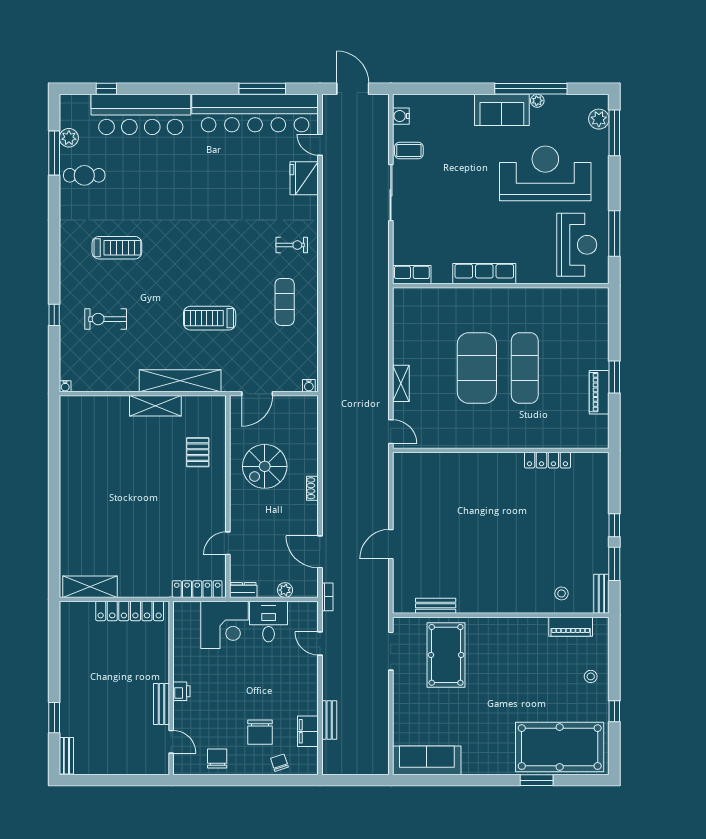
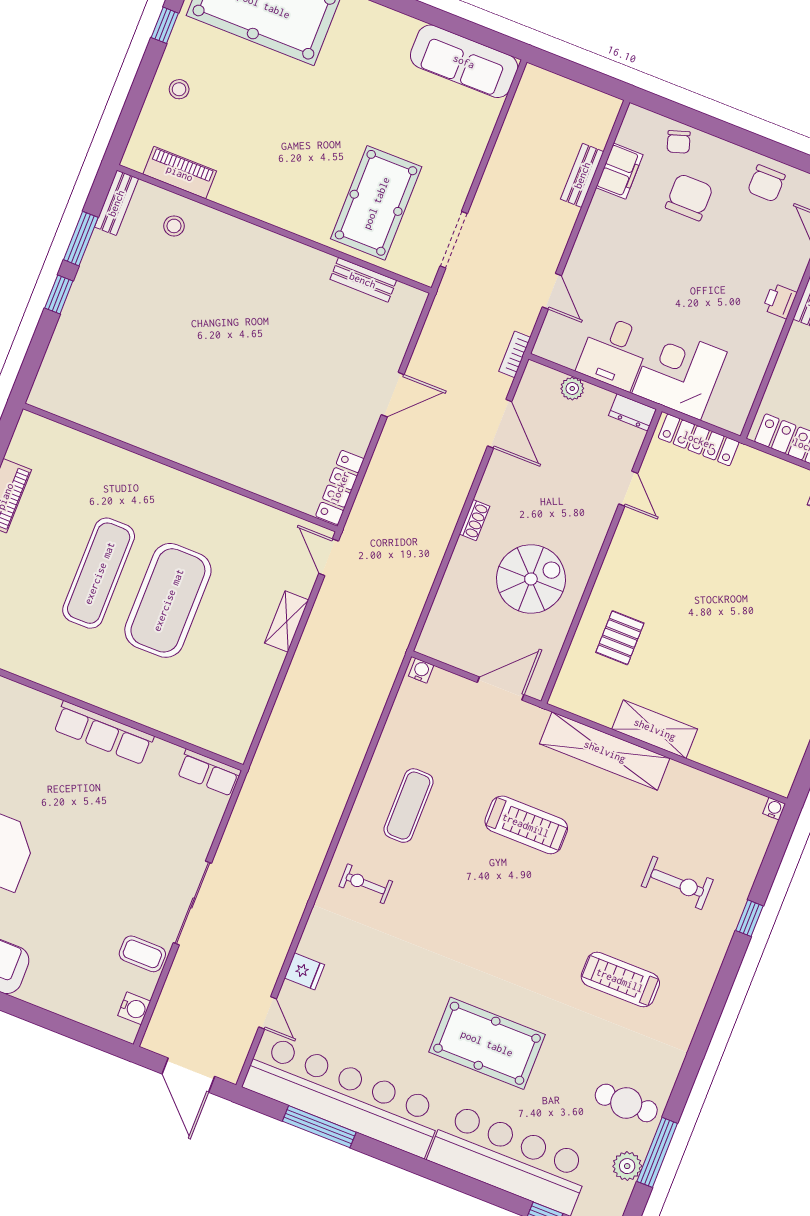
pool table: (182, 178) -> (487, 1043), added
fridge: (304, 178) -> (304, 971), width x0.53, depth x0.75
locker: (547, 460) -> (340, 487), moved, turned -90
door: (228, 543) -> (628, 489), hinge flipped

